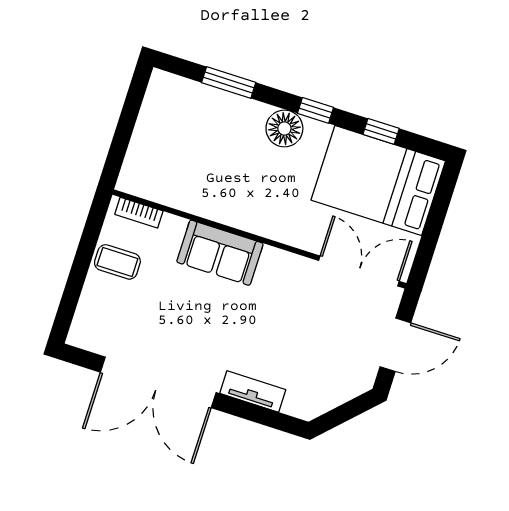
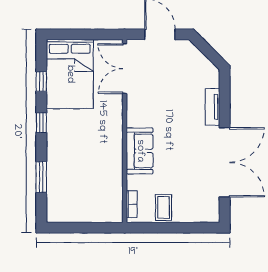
floor lamp: (284, 129) -> (57, 137), removed

